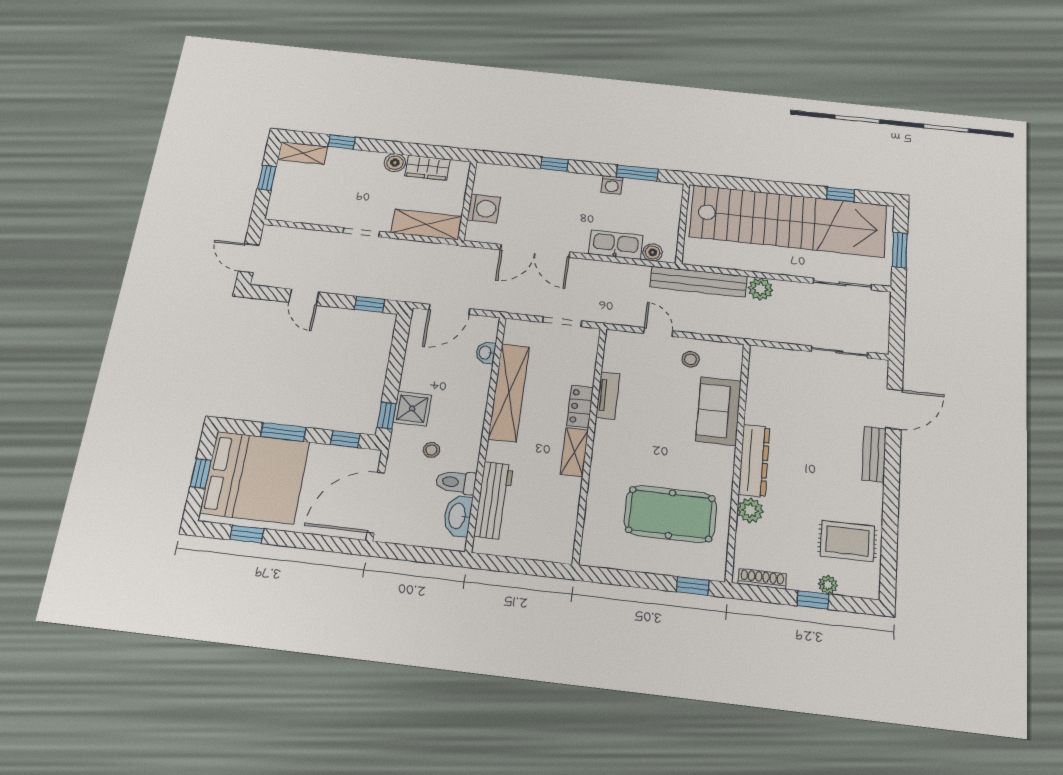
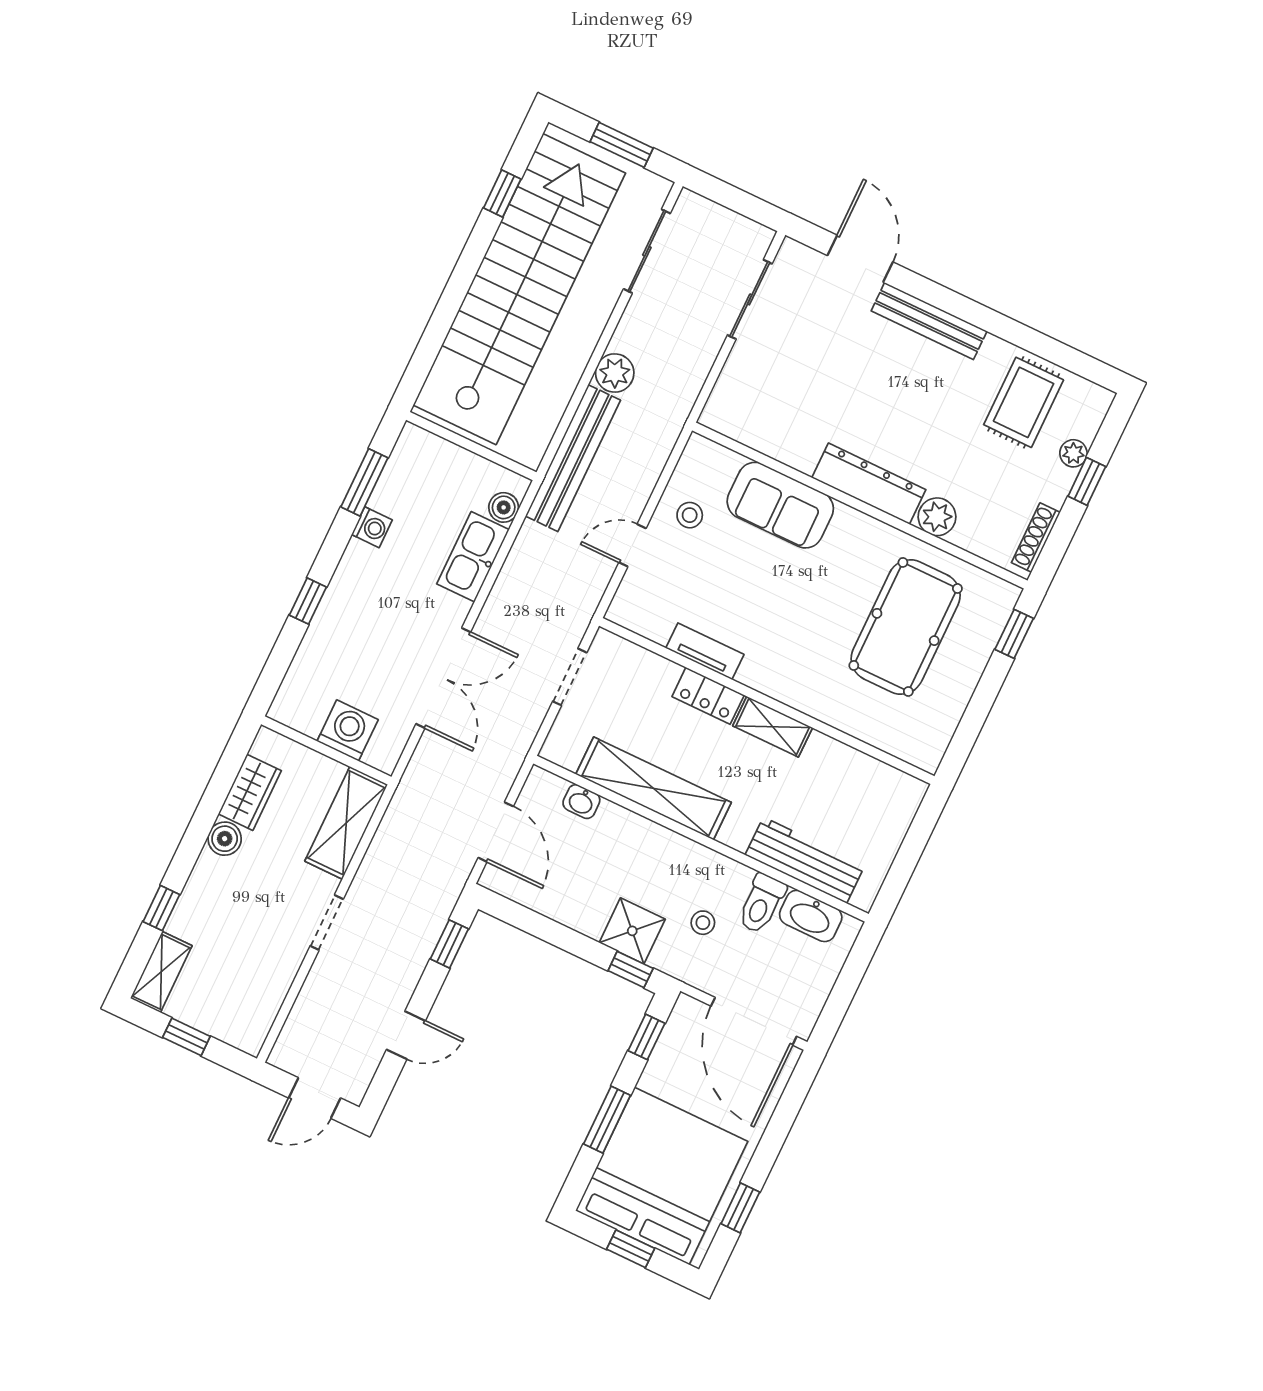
bench: (874, 454) -> (929, 321), width x1.36

